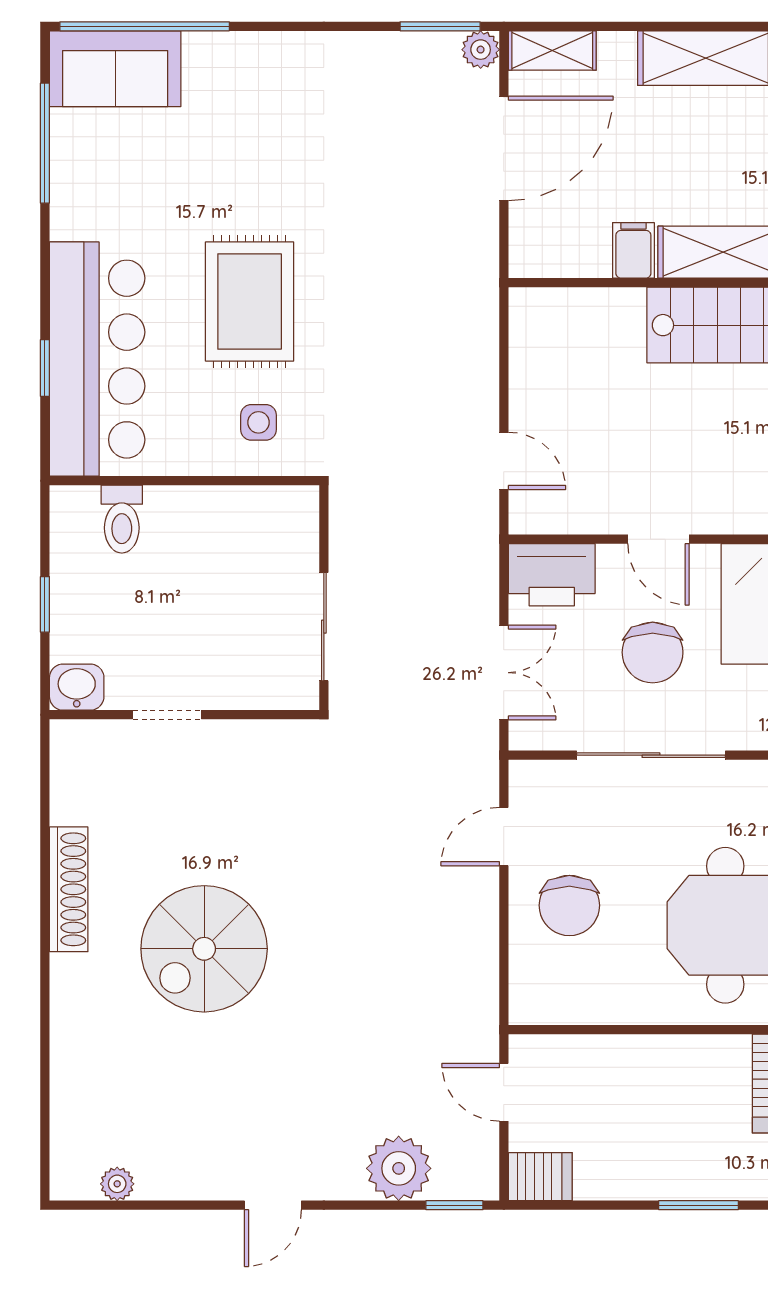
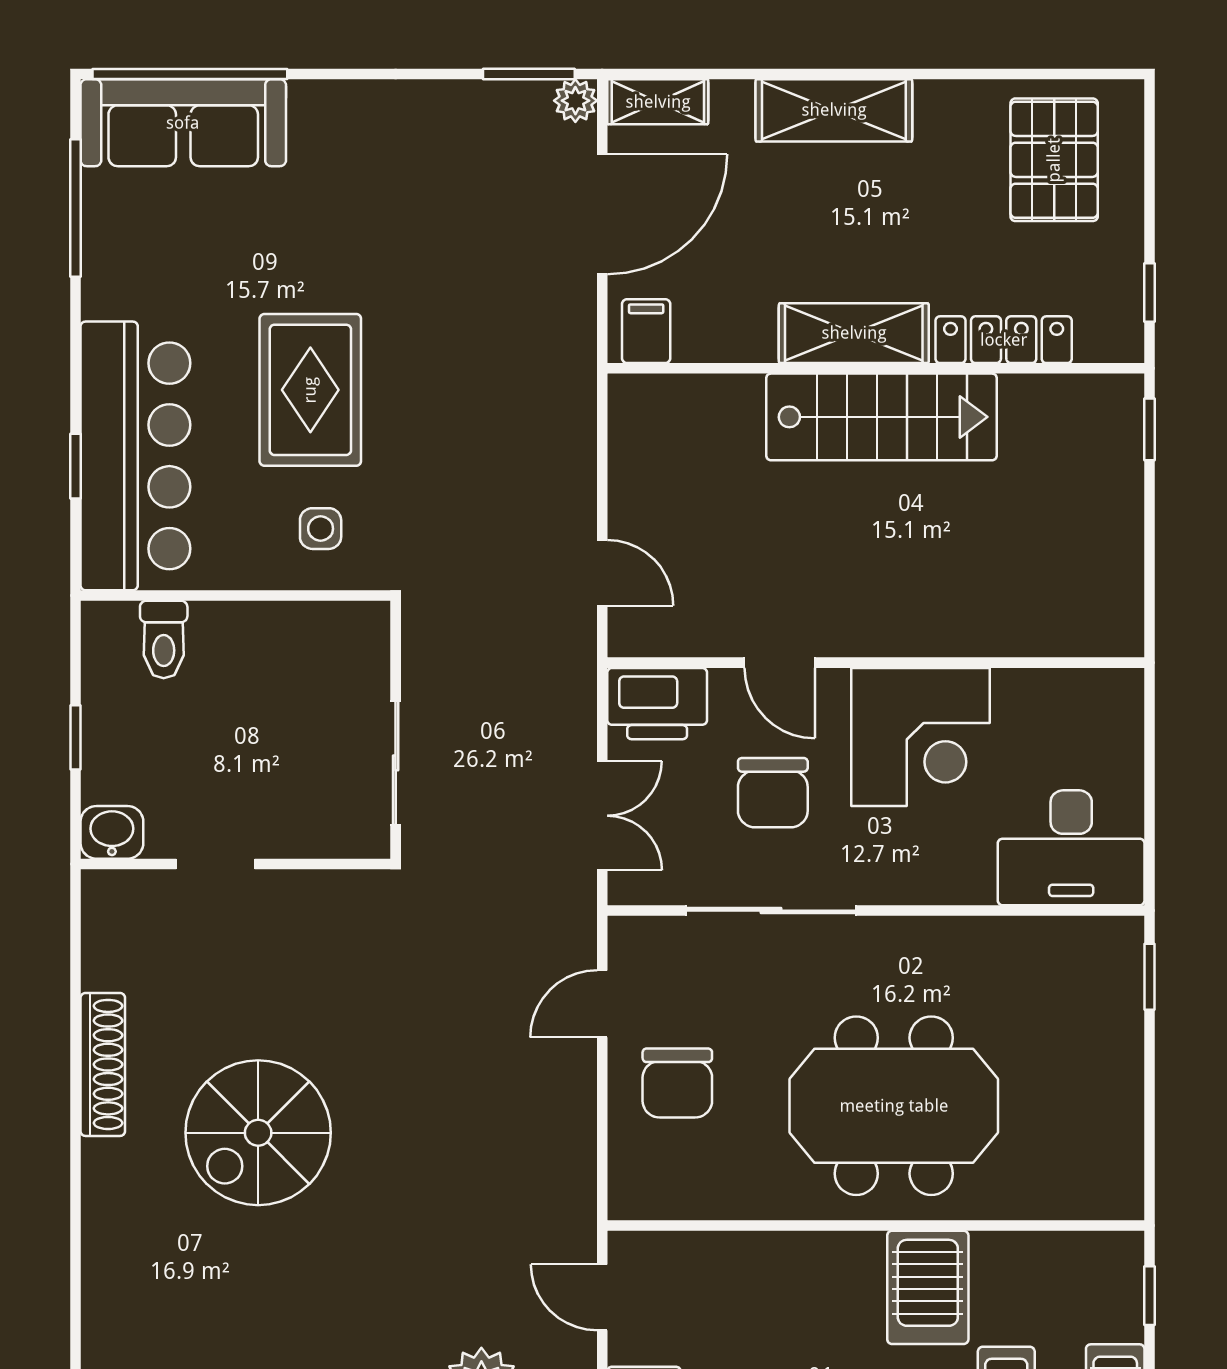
sofa: (115, 69) -> (183, 123), width x1.36
filing cabinet: (633, 250) -> (646, 331), moved

